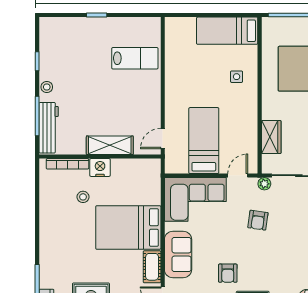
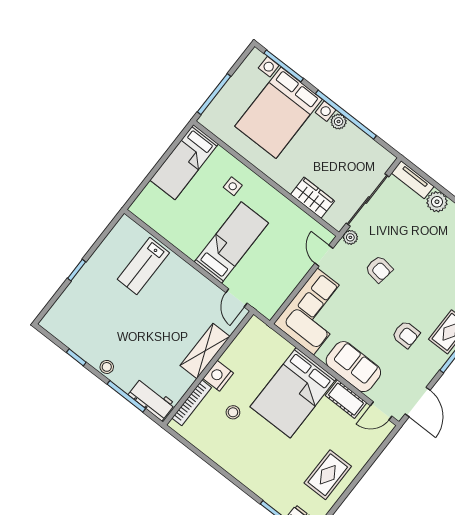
lab bench: (135, 58) -> (143, 266), turned 180
workbench: (49, 128) -> (152, 399), width x0.73
bed: (204, 141) -> (231, 242), moved, turned 90

